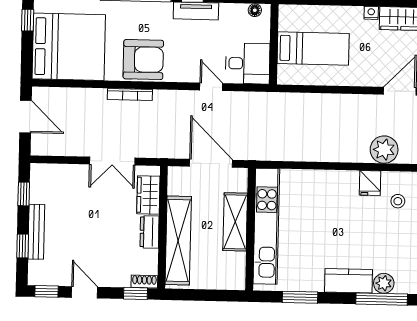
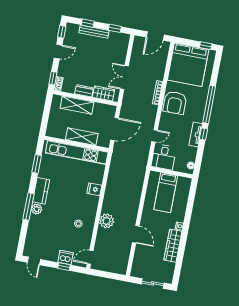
fridge: (370, 183) -> (94, 189), moved
shelving: (178, 240) -> (77, 105), width x0.68

